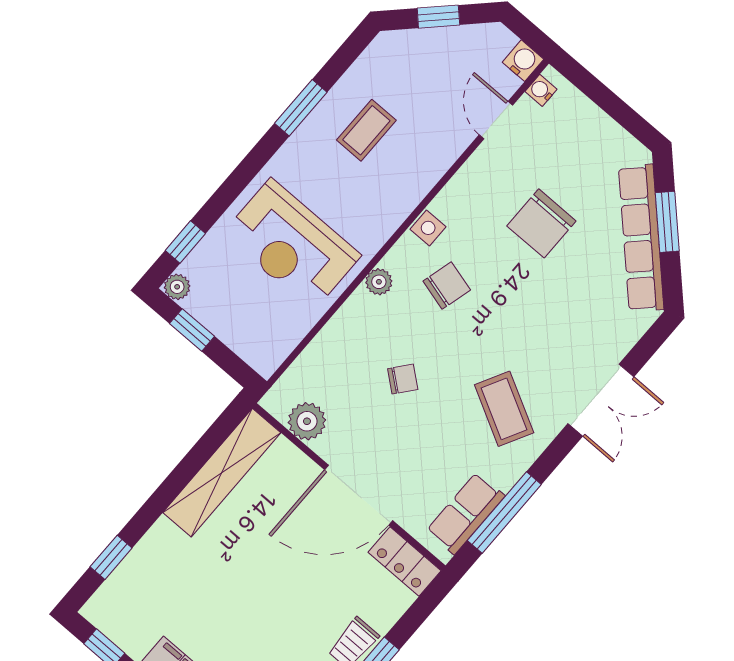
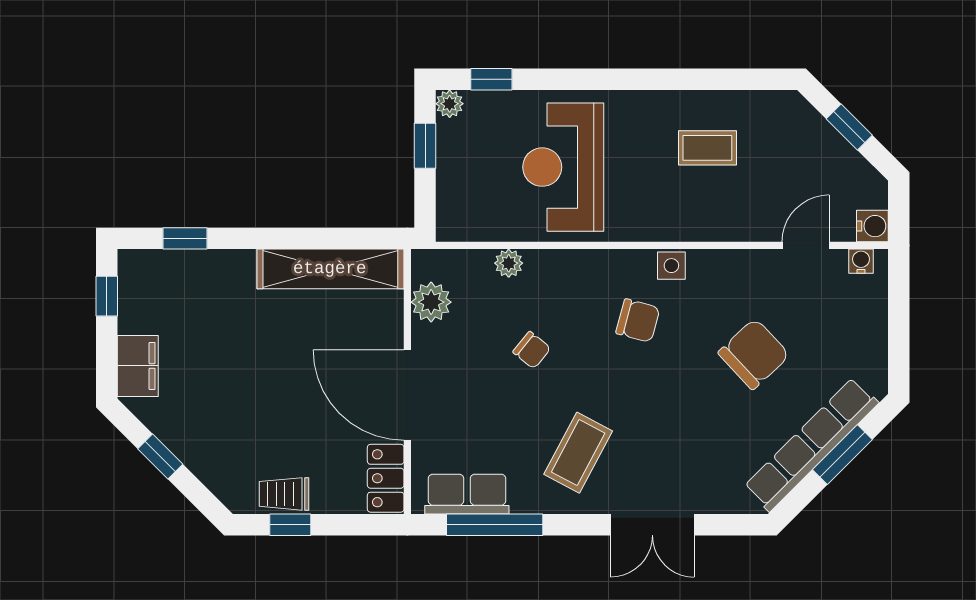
window: (301, 108) -> (680, 79), removed
chair: (541, 223) -> (754, 354), turned 137
plant: (379, 282) -> (509, 263), moved

